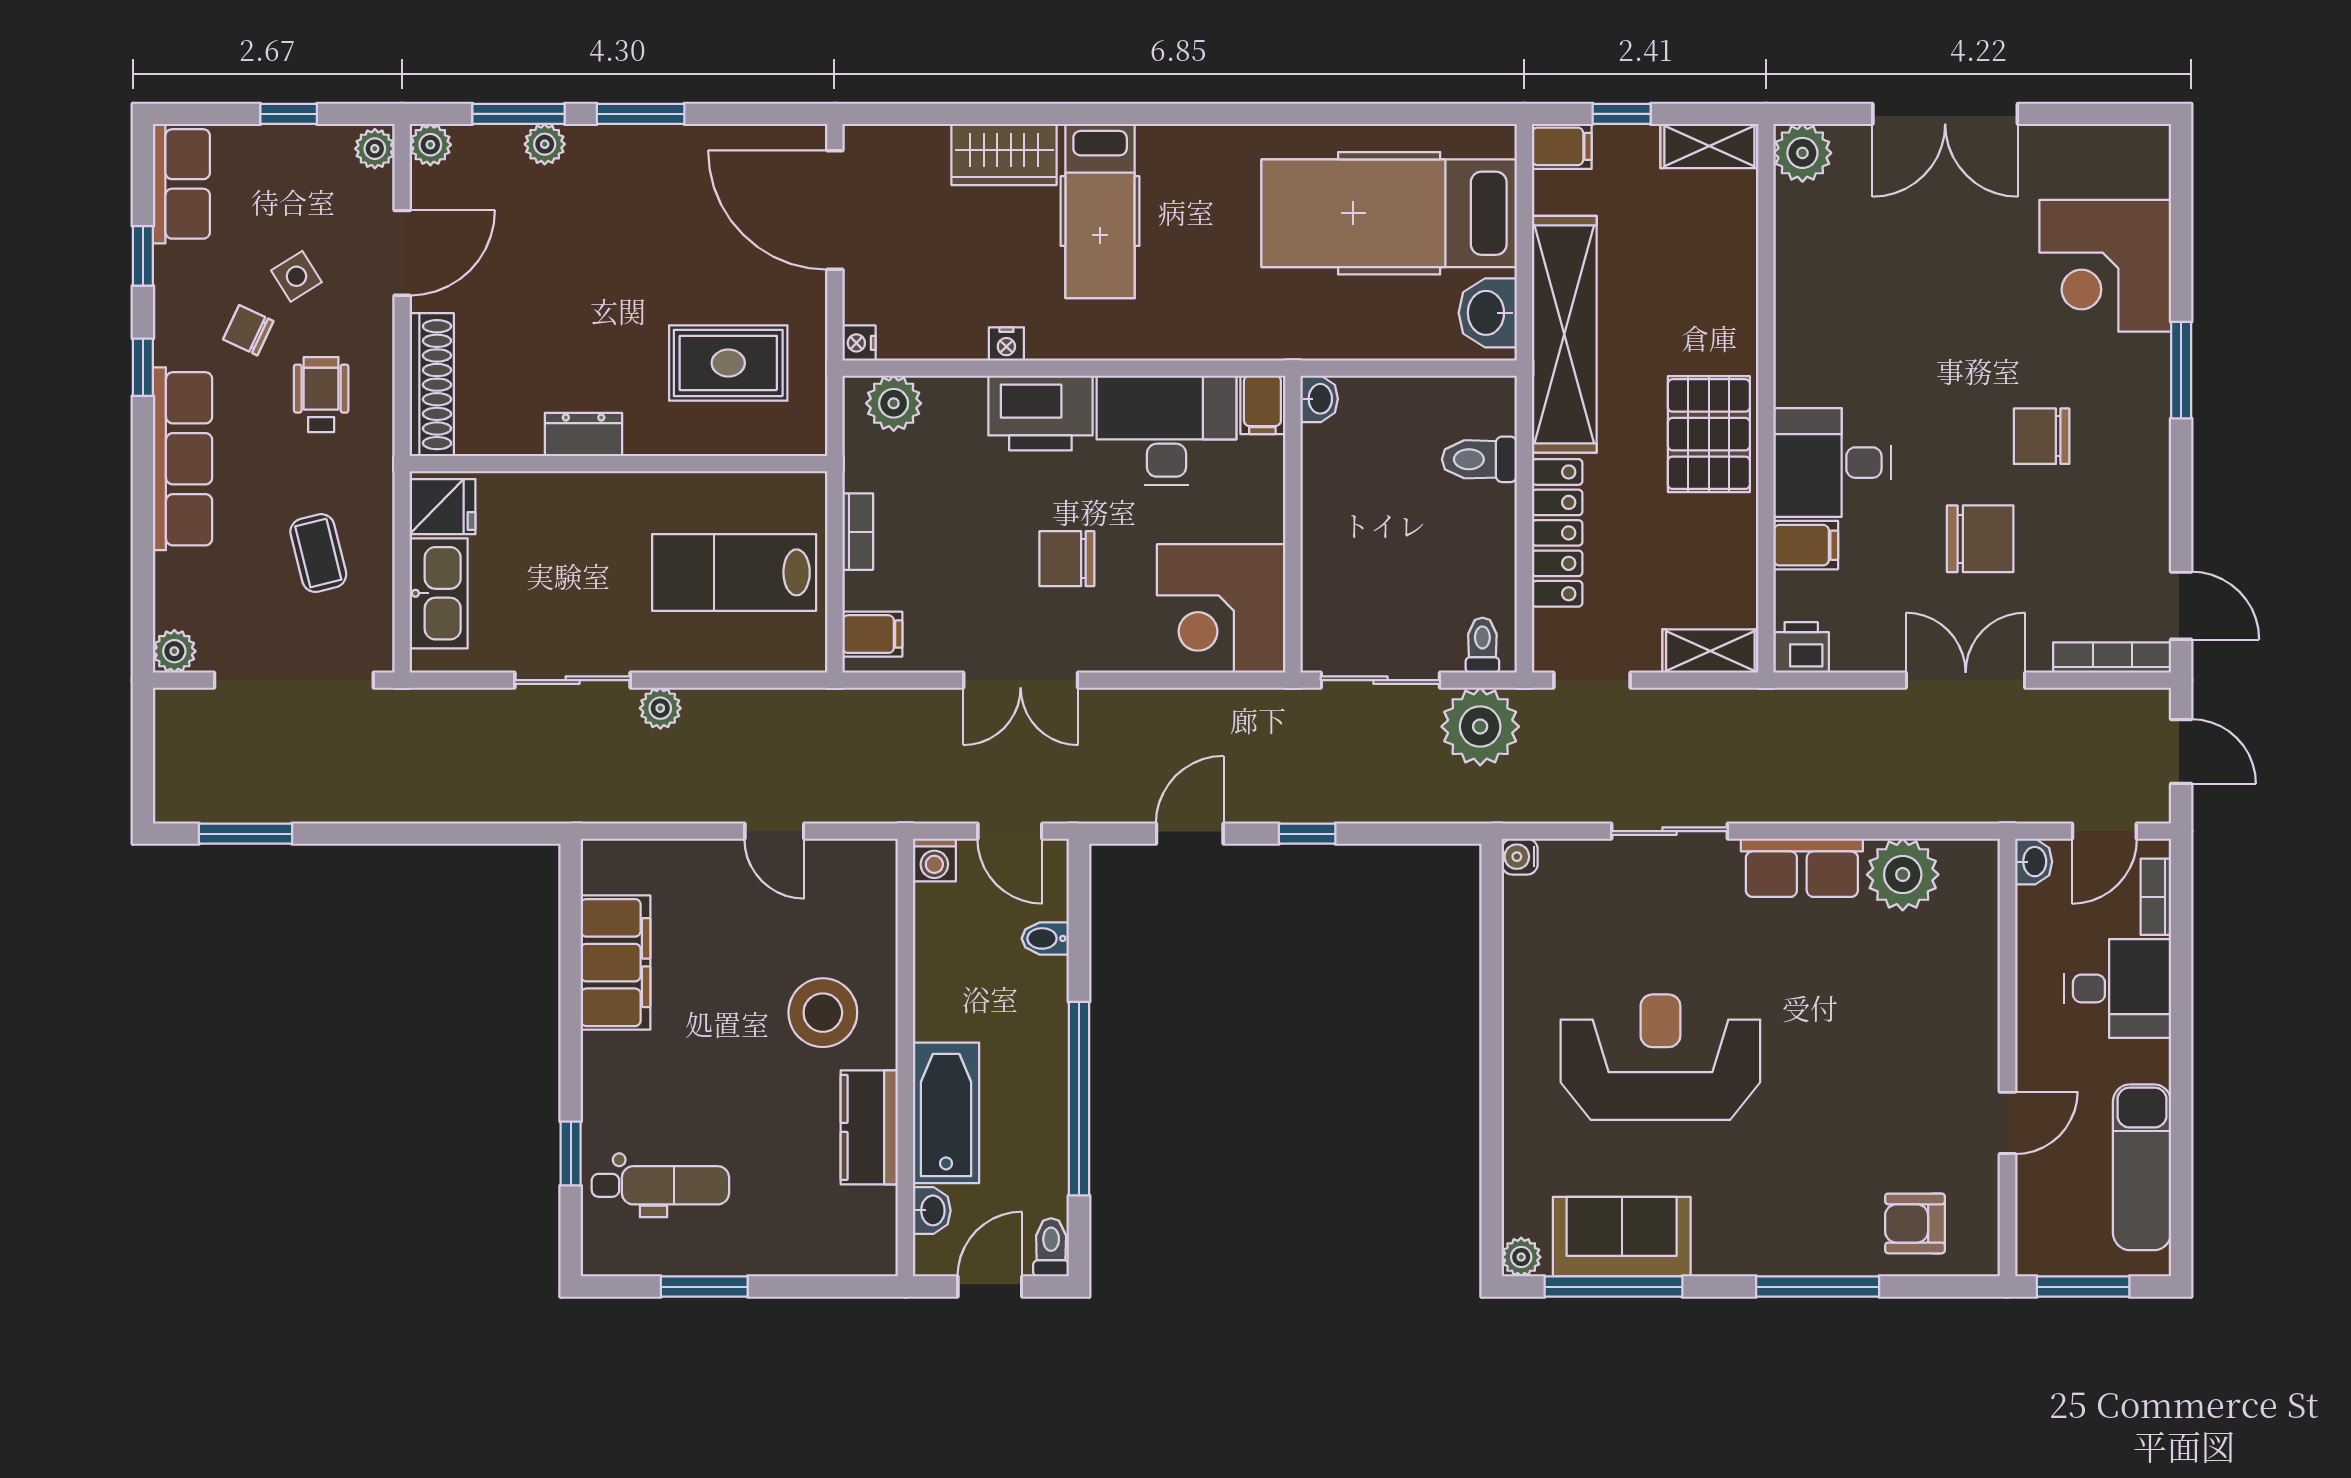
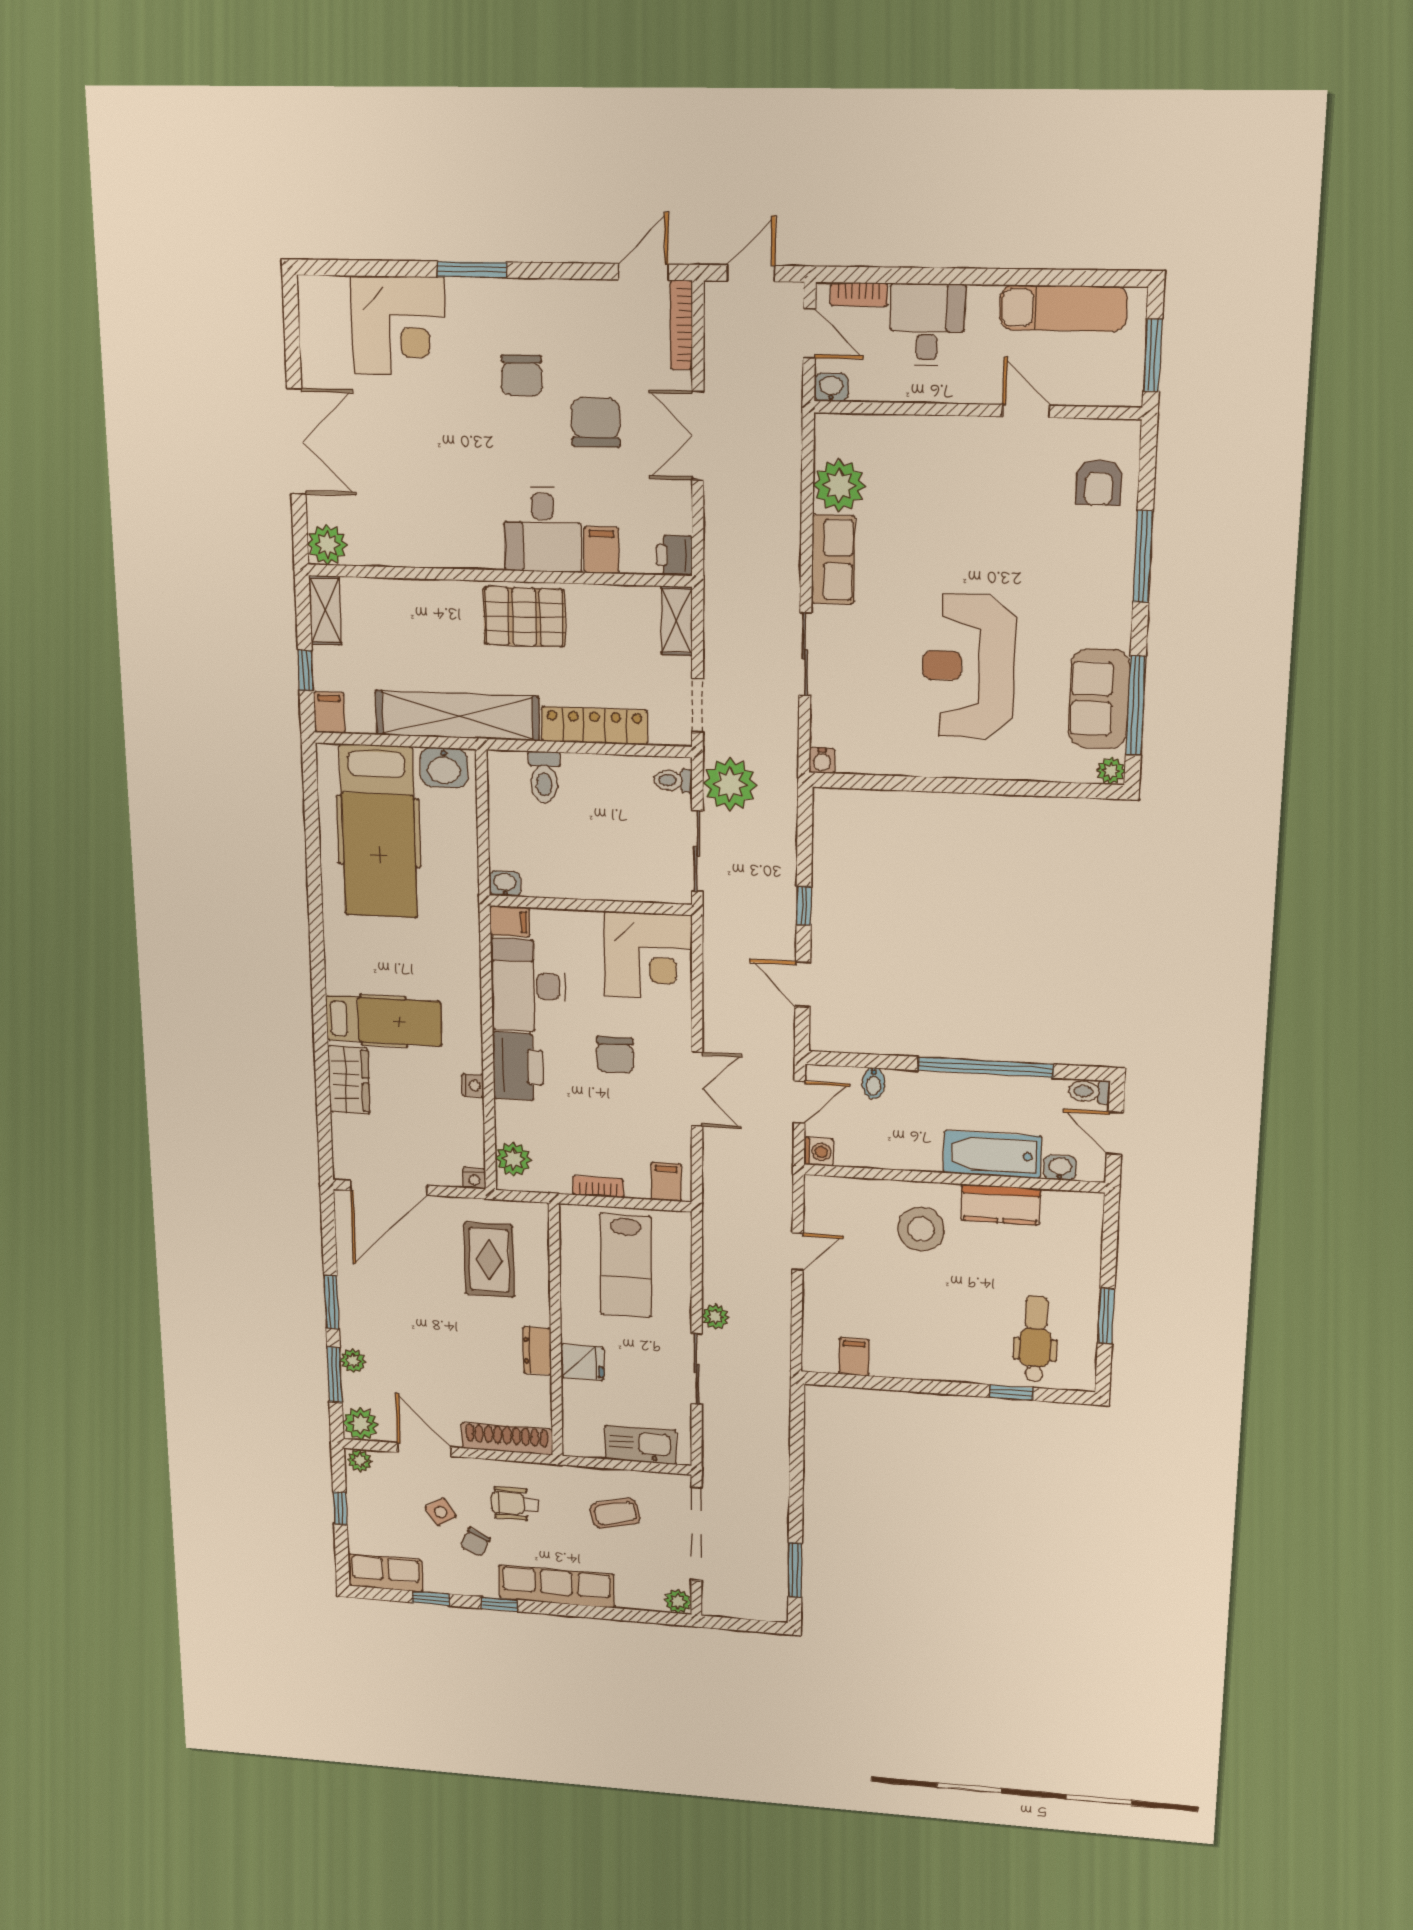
plant: (430, 145) -> (361, 1424), width x1.38, depth x1.38
fridge: (443, 507) -> (582, 1362), moved, turned 90
filing cabinet: (616, 963) -> (854, 1357), width x0.33, depth x0.86

